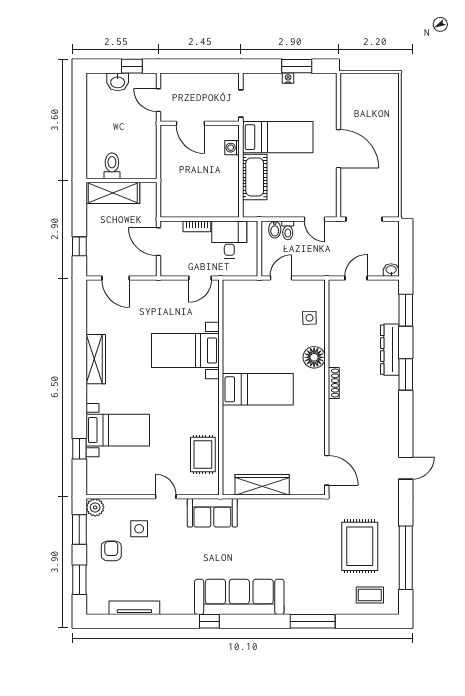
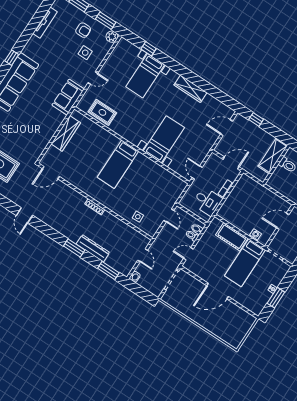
floor lamp: (314, 357) -> (115, 205), removed

